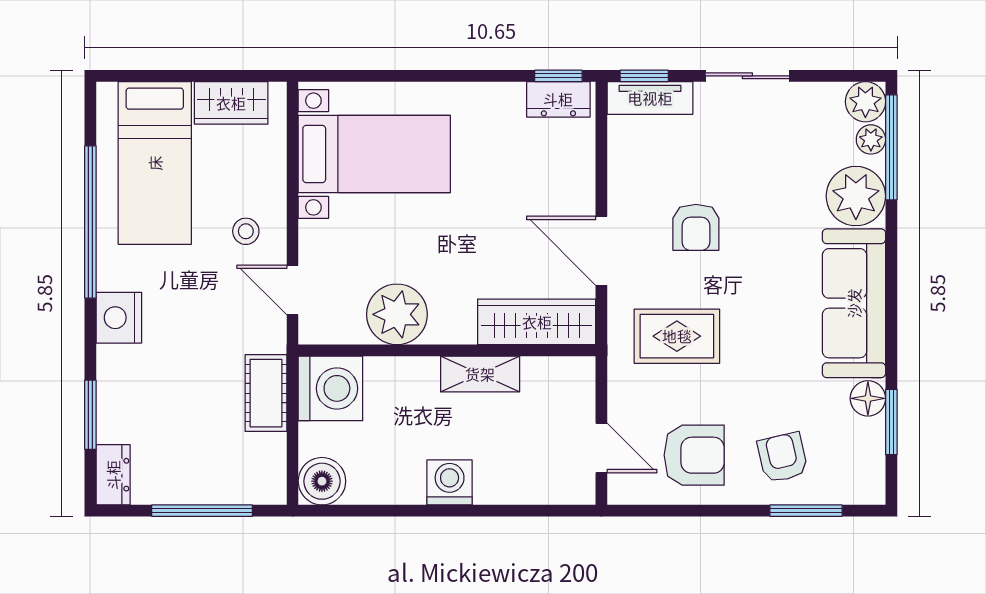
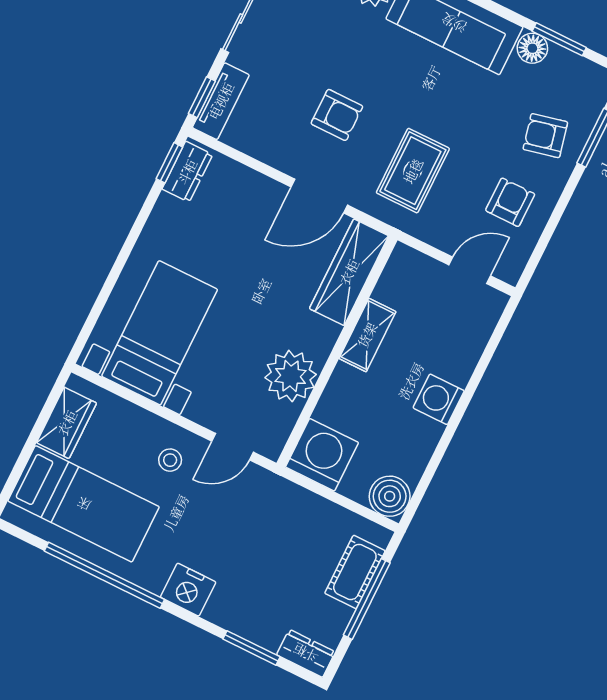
cot: (266, 393) -> (355, 572), moved, turned 90
armchair: (694, 455) -> (510, 202), width x0.72, depth x0.72

